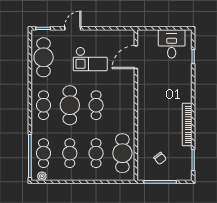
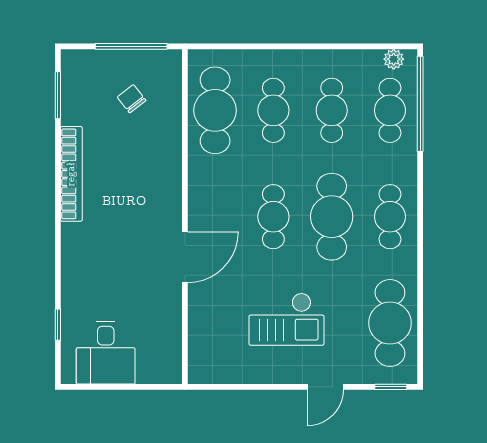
door: (136, 57) -> (185, 257), moved
checkout: (90, 59) -> (287, 319), turned 180

